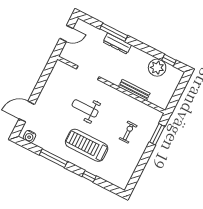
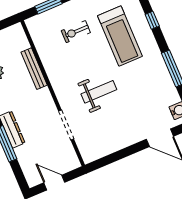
weight bench: (85, 108) -> (99, 92), turned -90
treadmill: (87, 145) -> (120, 36), moved

